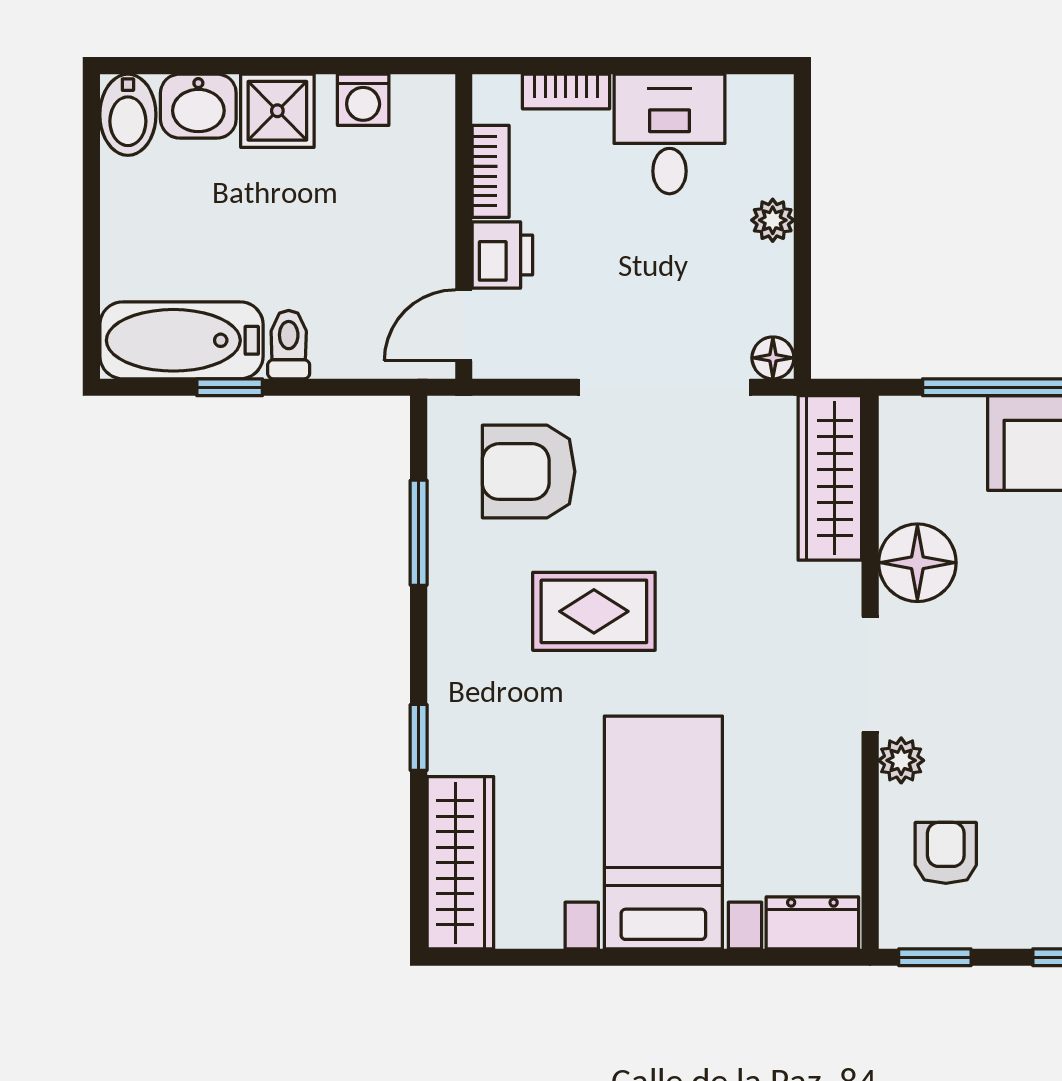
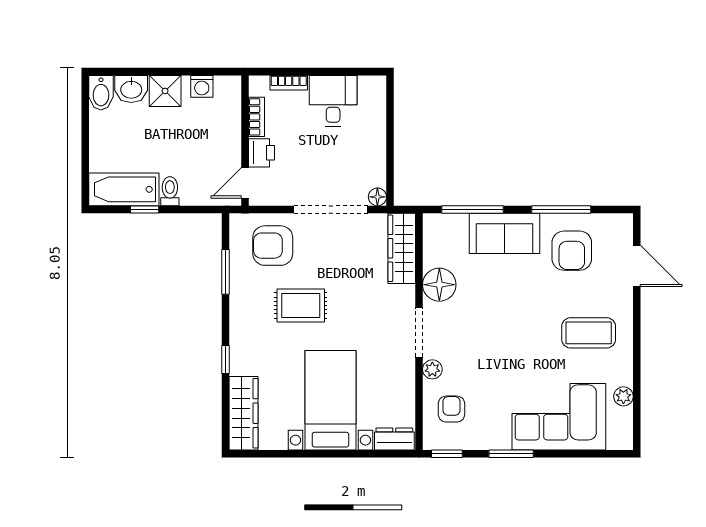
plant: (773, 220) -> (377, 138), removed

